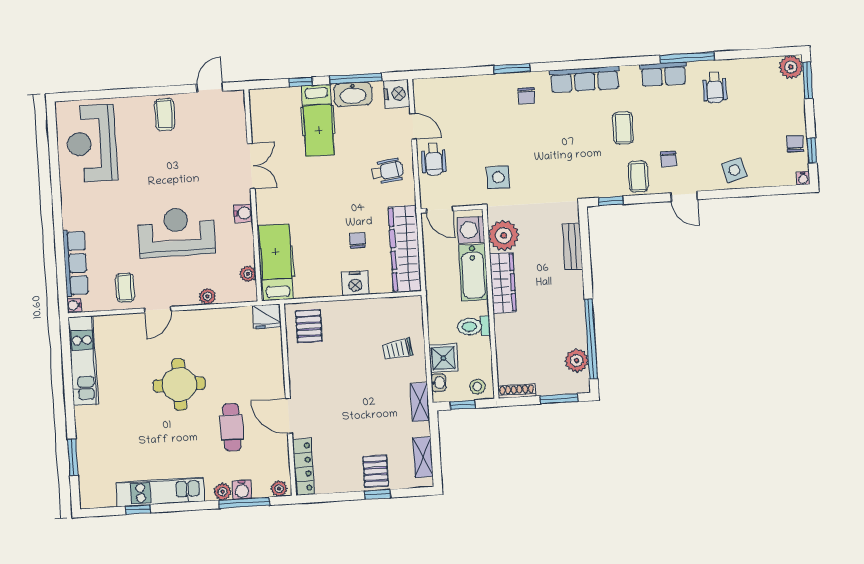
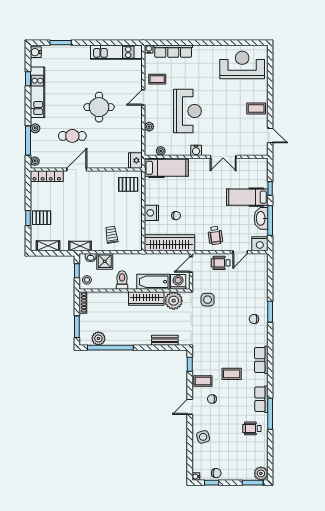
row of seats: (585, 79) -> (261, 360), width x0.68
door: (158, 310) -> (143, 97), hinge flipped
water cooler: (242, 490) -> (36, 52), moved

